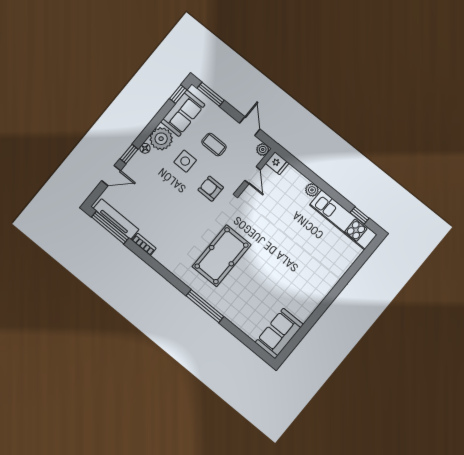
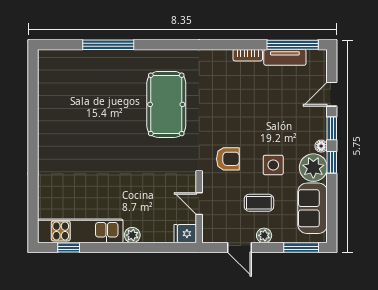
window: (178, 94) -> (332, 162), moved
plant: (263, 149) -> (264, 235), moved
tv unit: (116, 219) -> (285, 57), width x0.71
window: (205, 306) -> (108, 45), moved
sofa: (279, 333) -> (53, 76), removed

